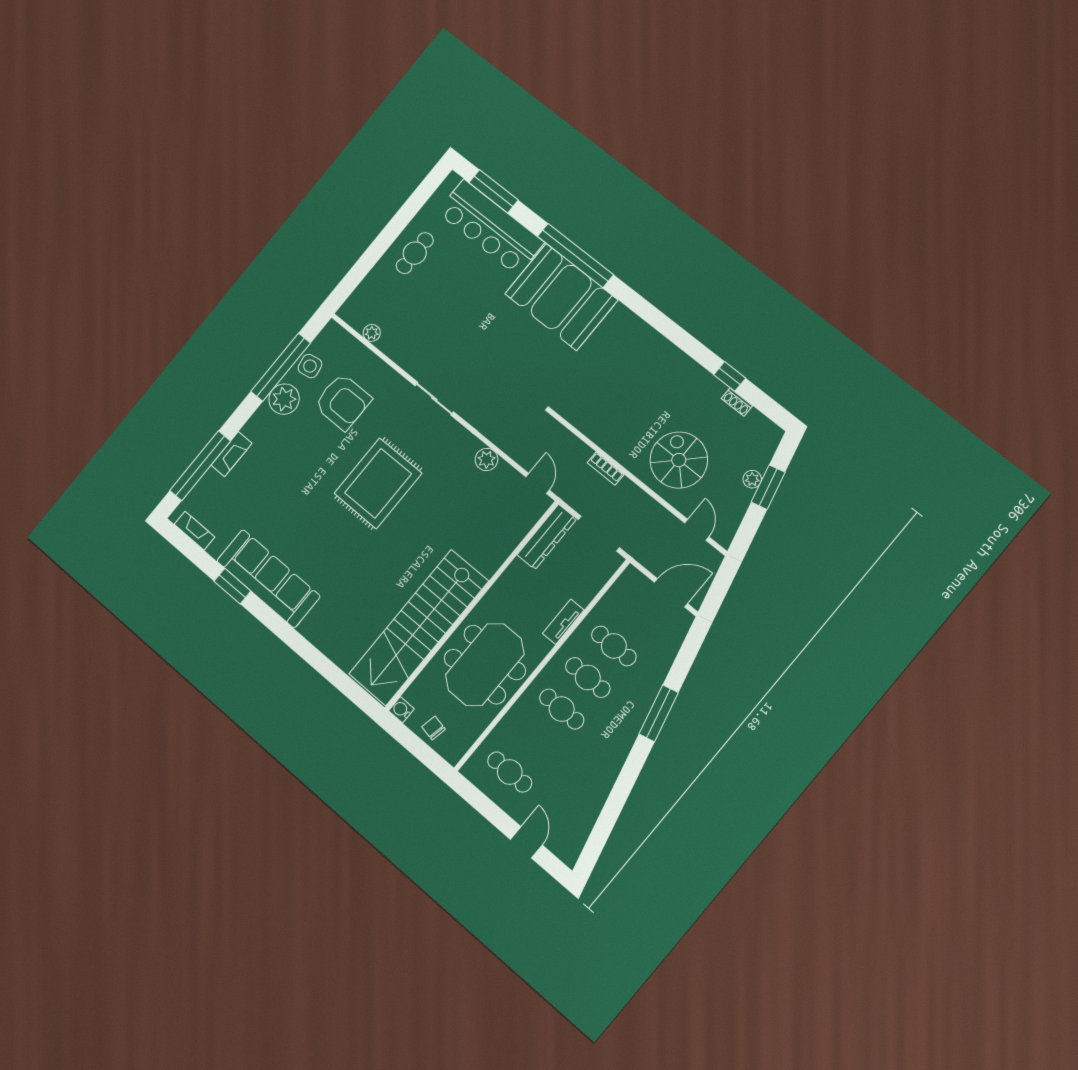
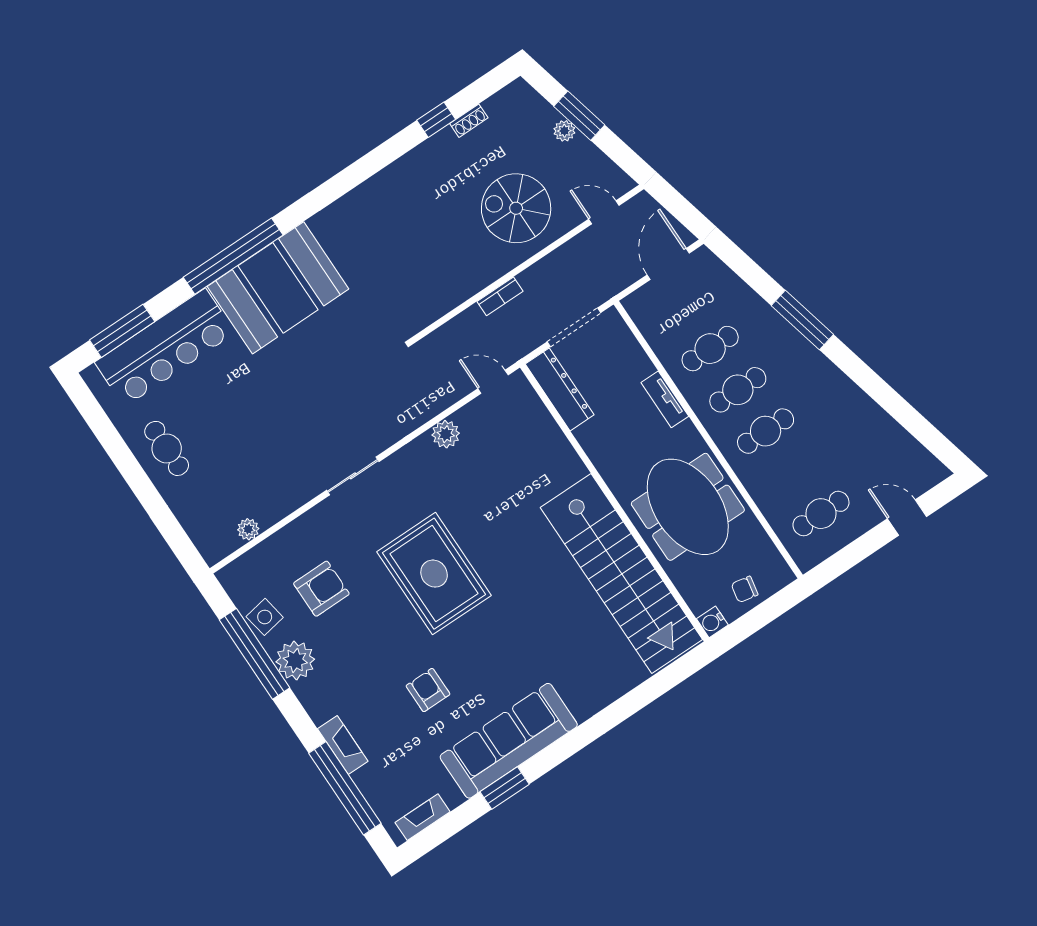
armchair: (343, 402) -> (321, 589), width x0.73, depth x0.73
armchair: (289, 506) -> (428, 690), added

